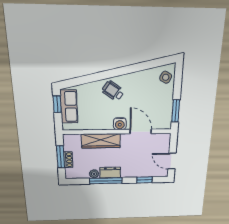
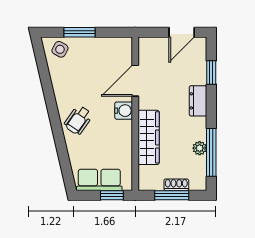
window: (57, 104) -> (112, 195), moved
window: (176, 111) -> (79, 32), moved
dresser: (110, 173) -> (198, 101), moved
window: (106, 181) -> (211, 152), moved

